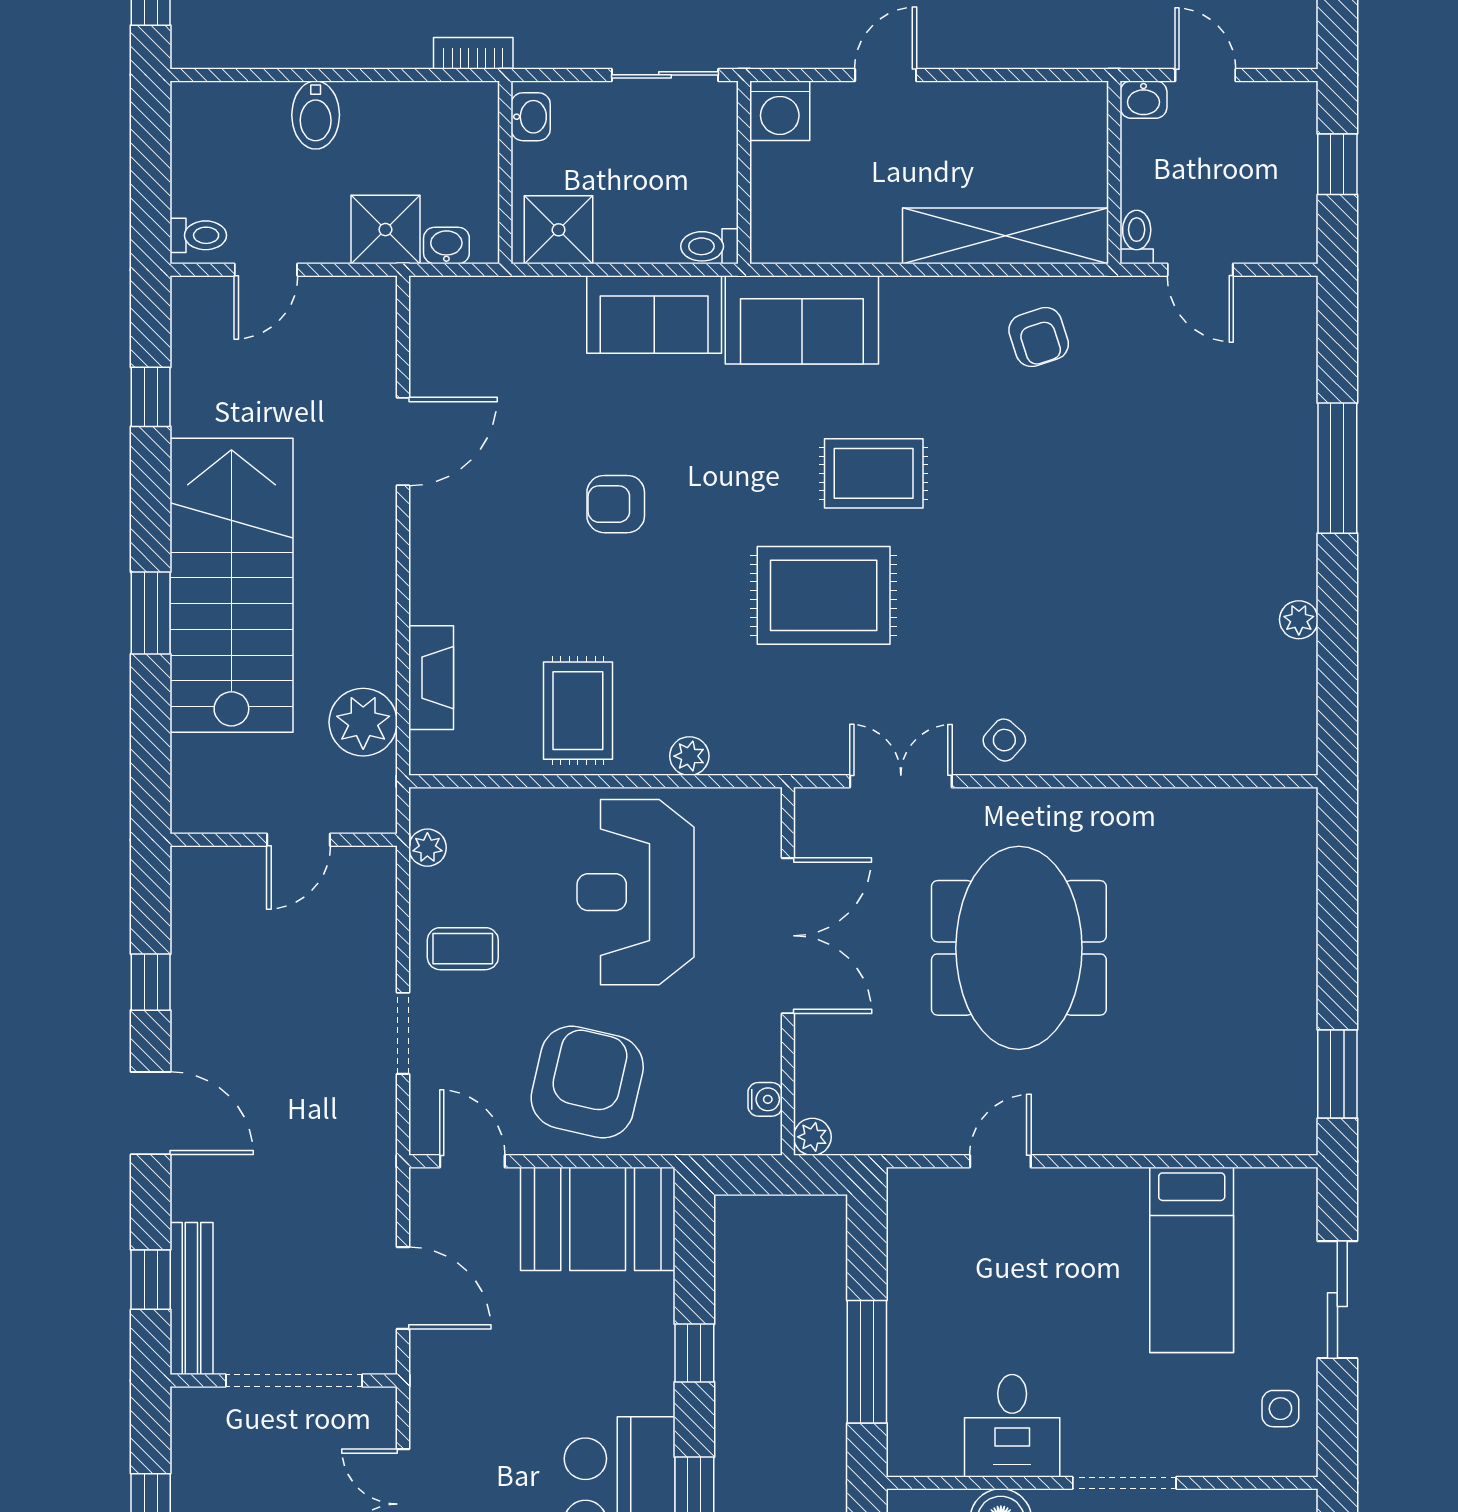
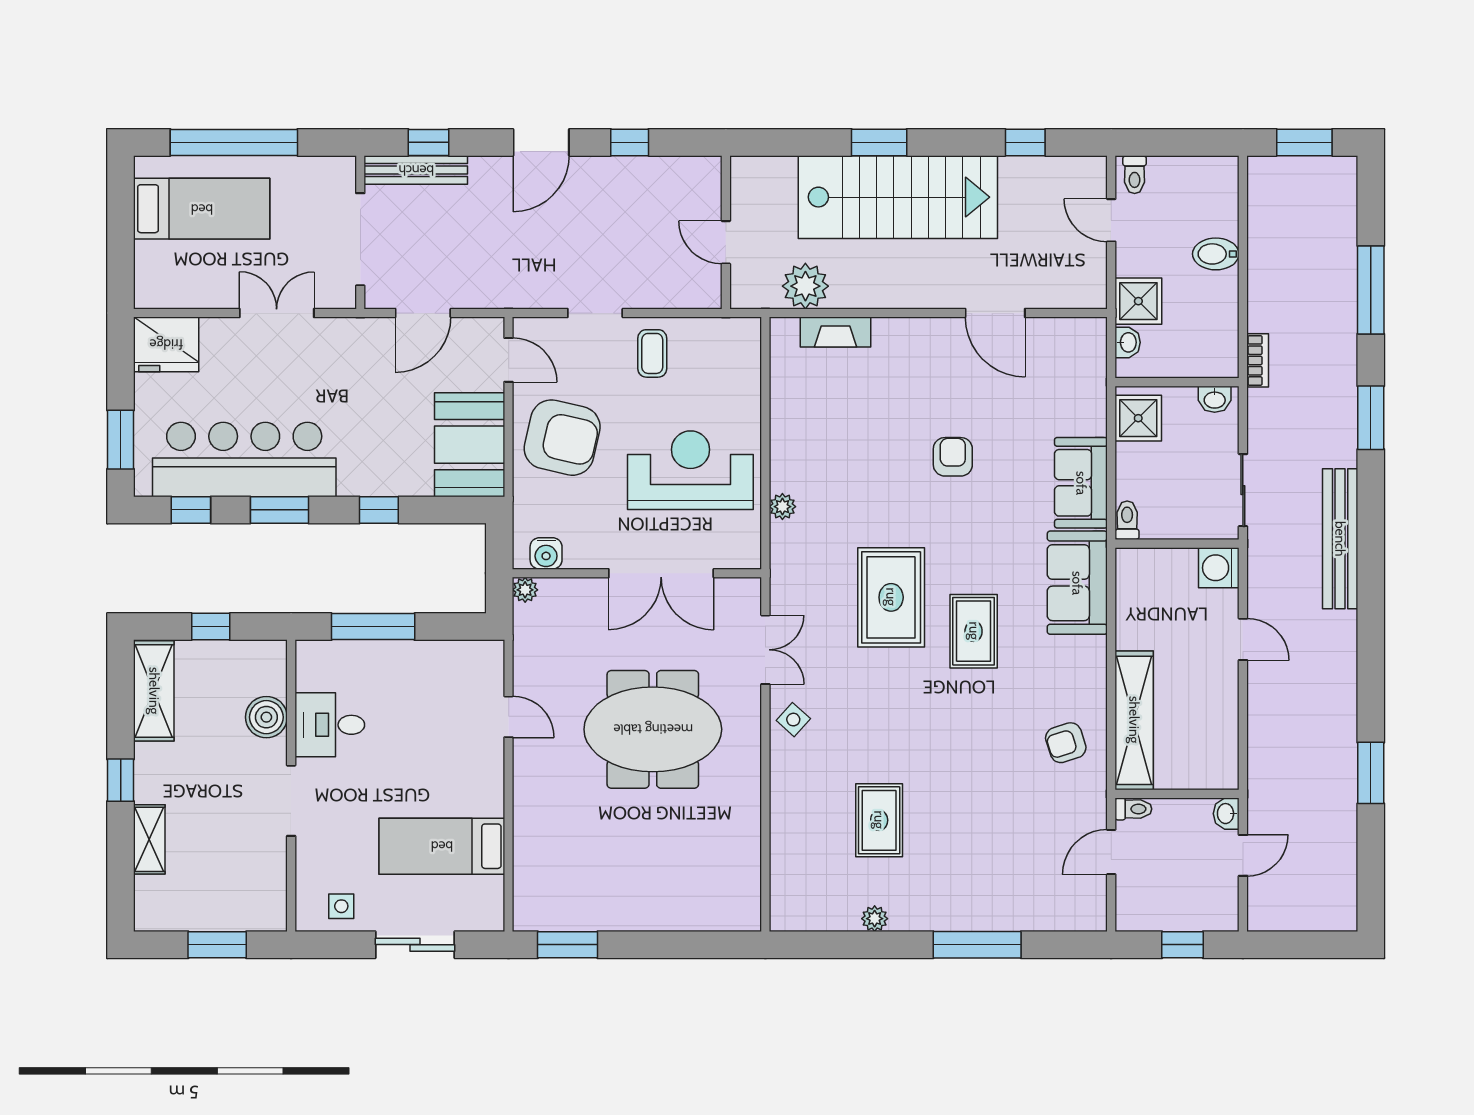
rug: (578, 711) -> (879, 820), moved, turned 90
plant: (427, 848) -> (721, 330), removed
water cooler: (765, 1099) -> (546, 553), width x1.38, depth x1.38
door: (472, 1161) -> (509, 360), hinge flipped

